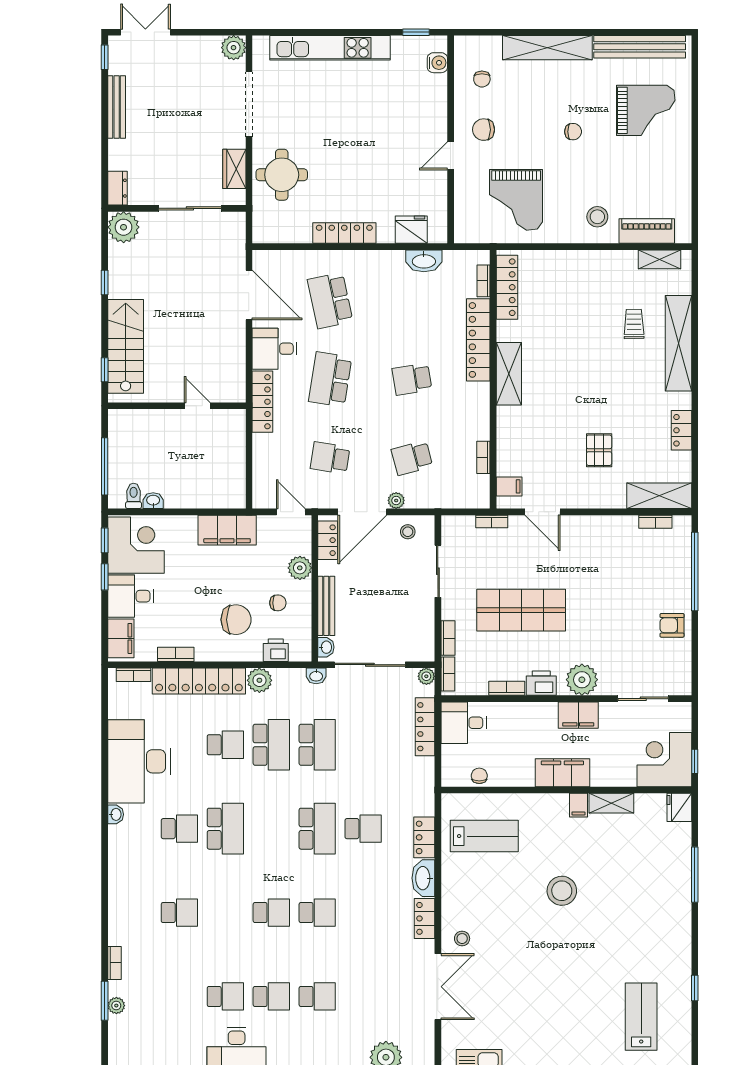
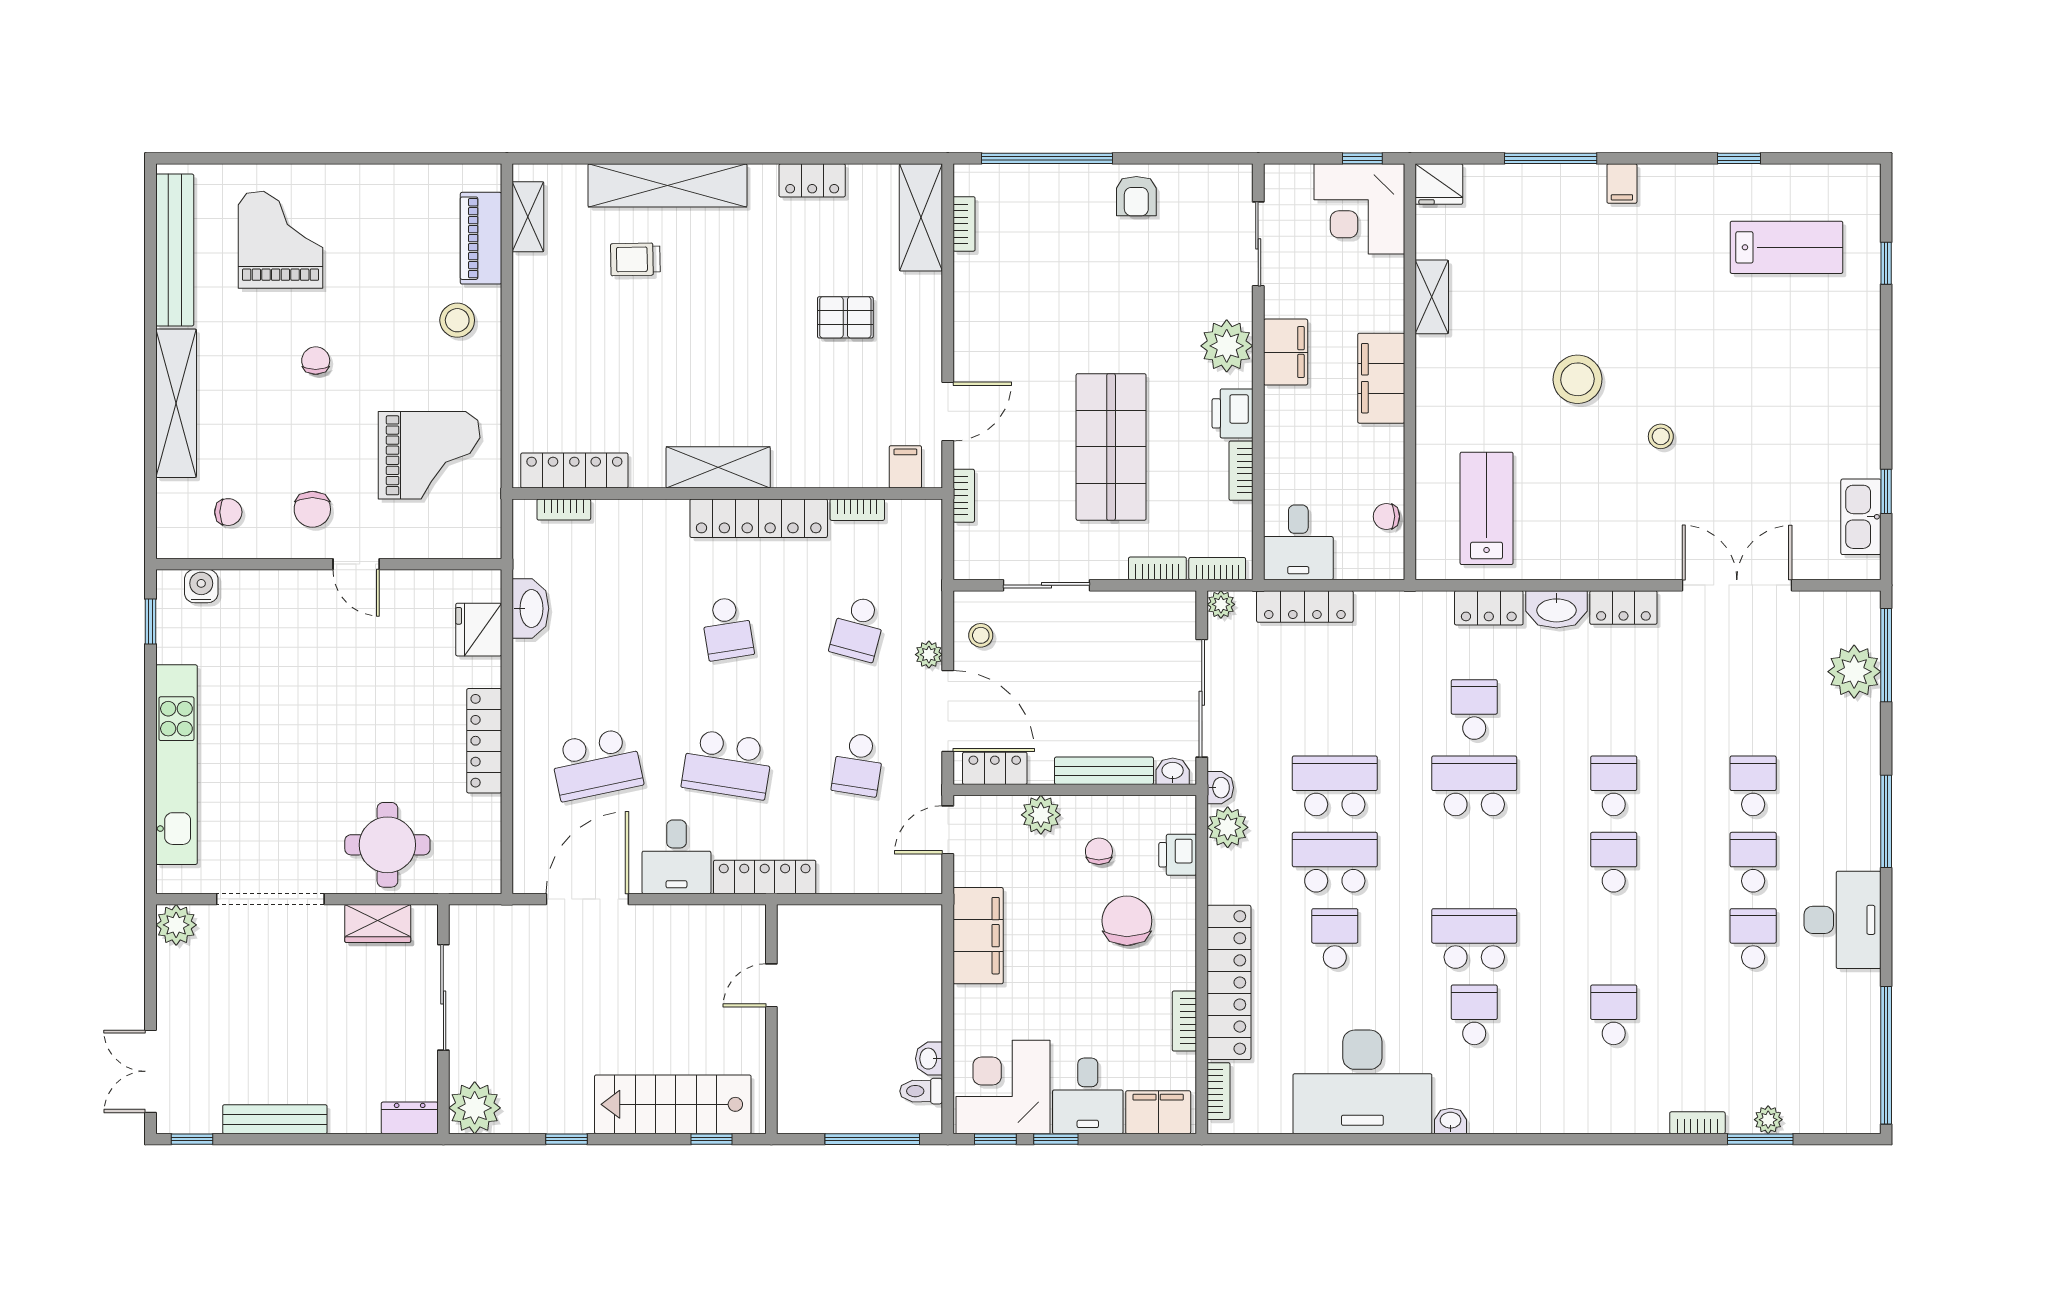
locker: (478, 340) -> (759, 518), moved
school desk: (412, 458) -> (858, 628), turned 30
plant: (259, 680) -> (1228, 827), moved
filing cabinet: (578, 805) -> (1622, 184), moved, turned 90
stool: (462, 939) -> (1661, 436), moved
lab bench: (641, 1017) -> (1787, 247), turned 180

